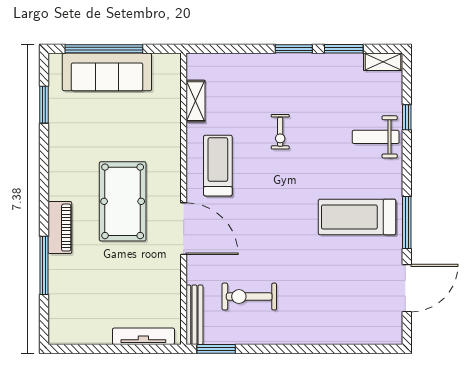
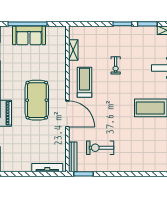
sofa: (107, 72) -> (29, 35), width x0.73

